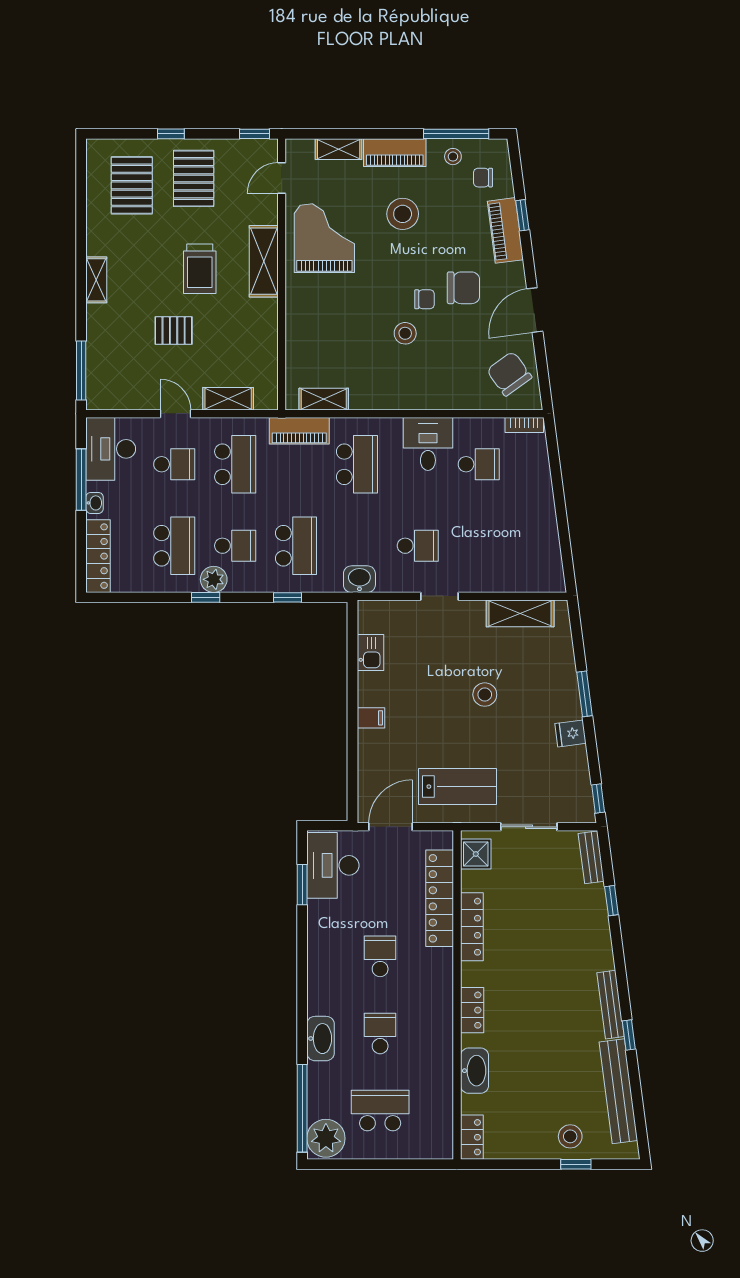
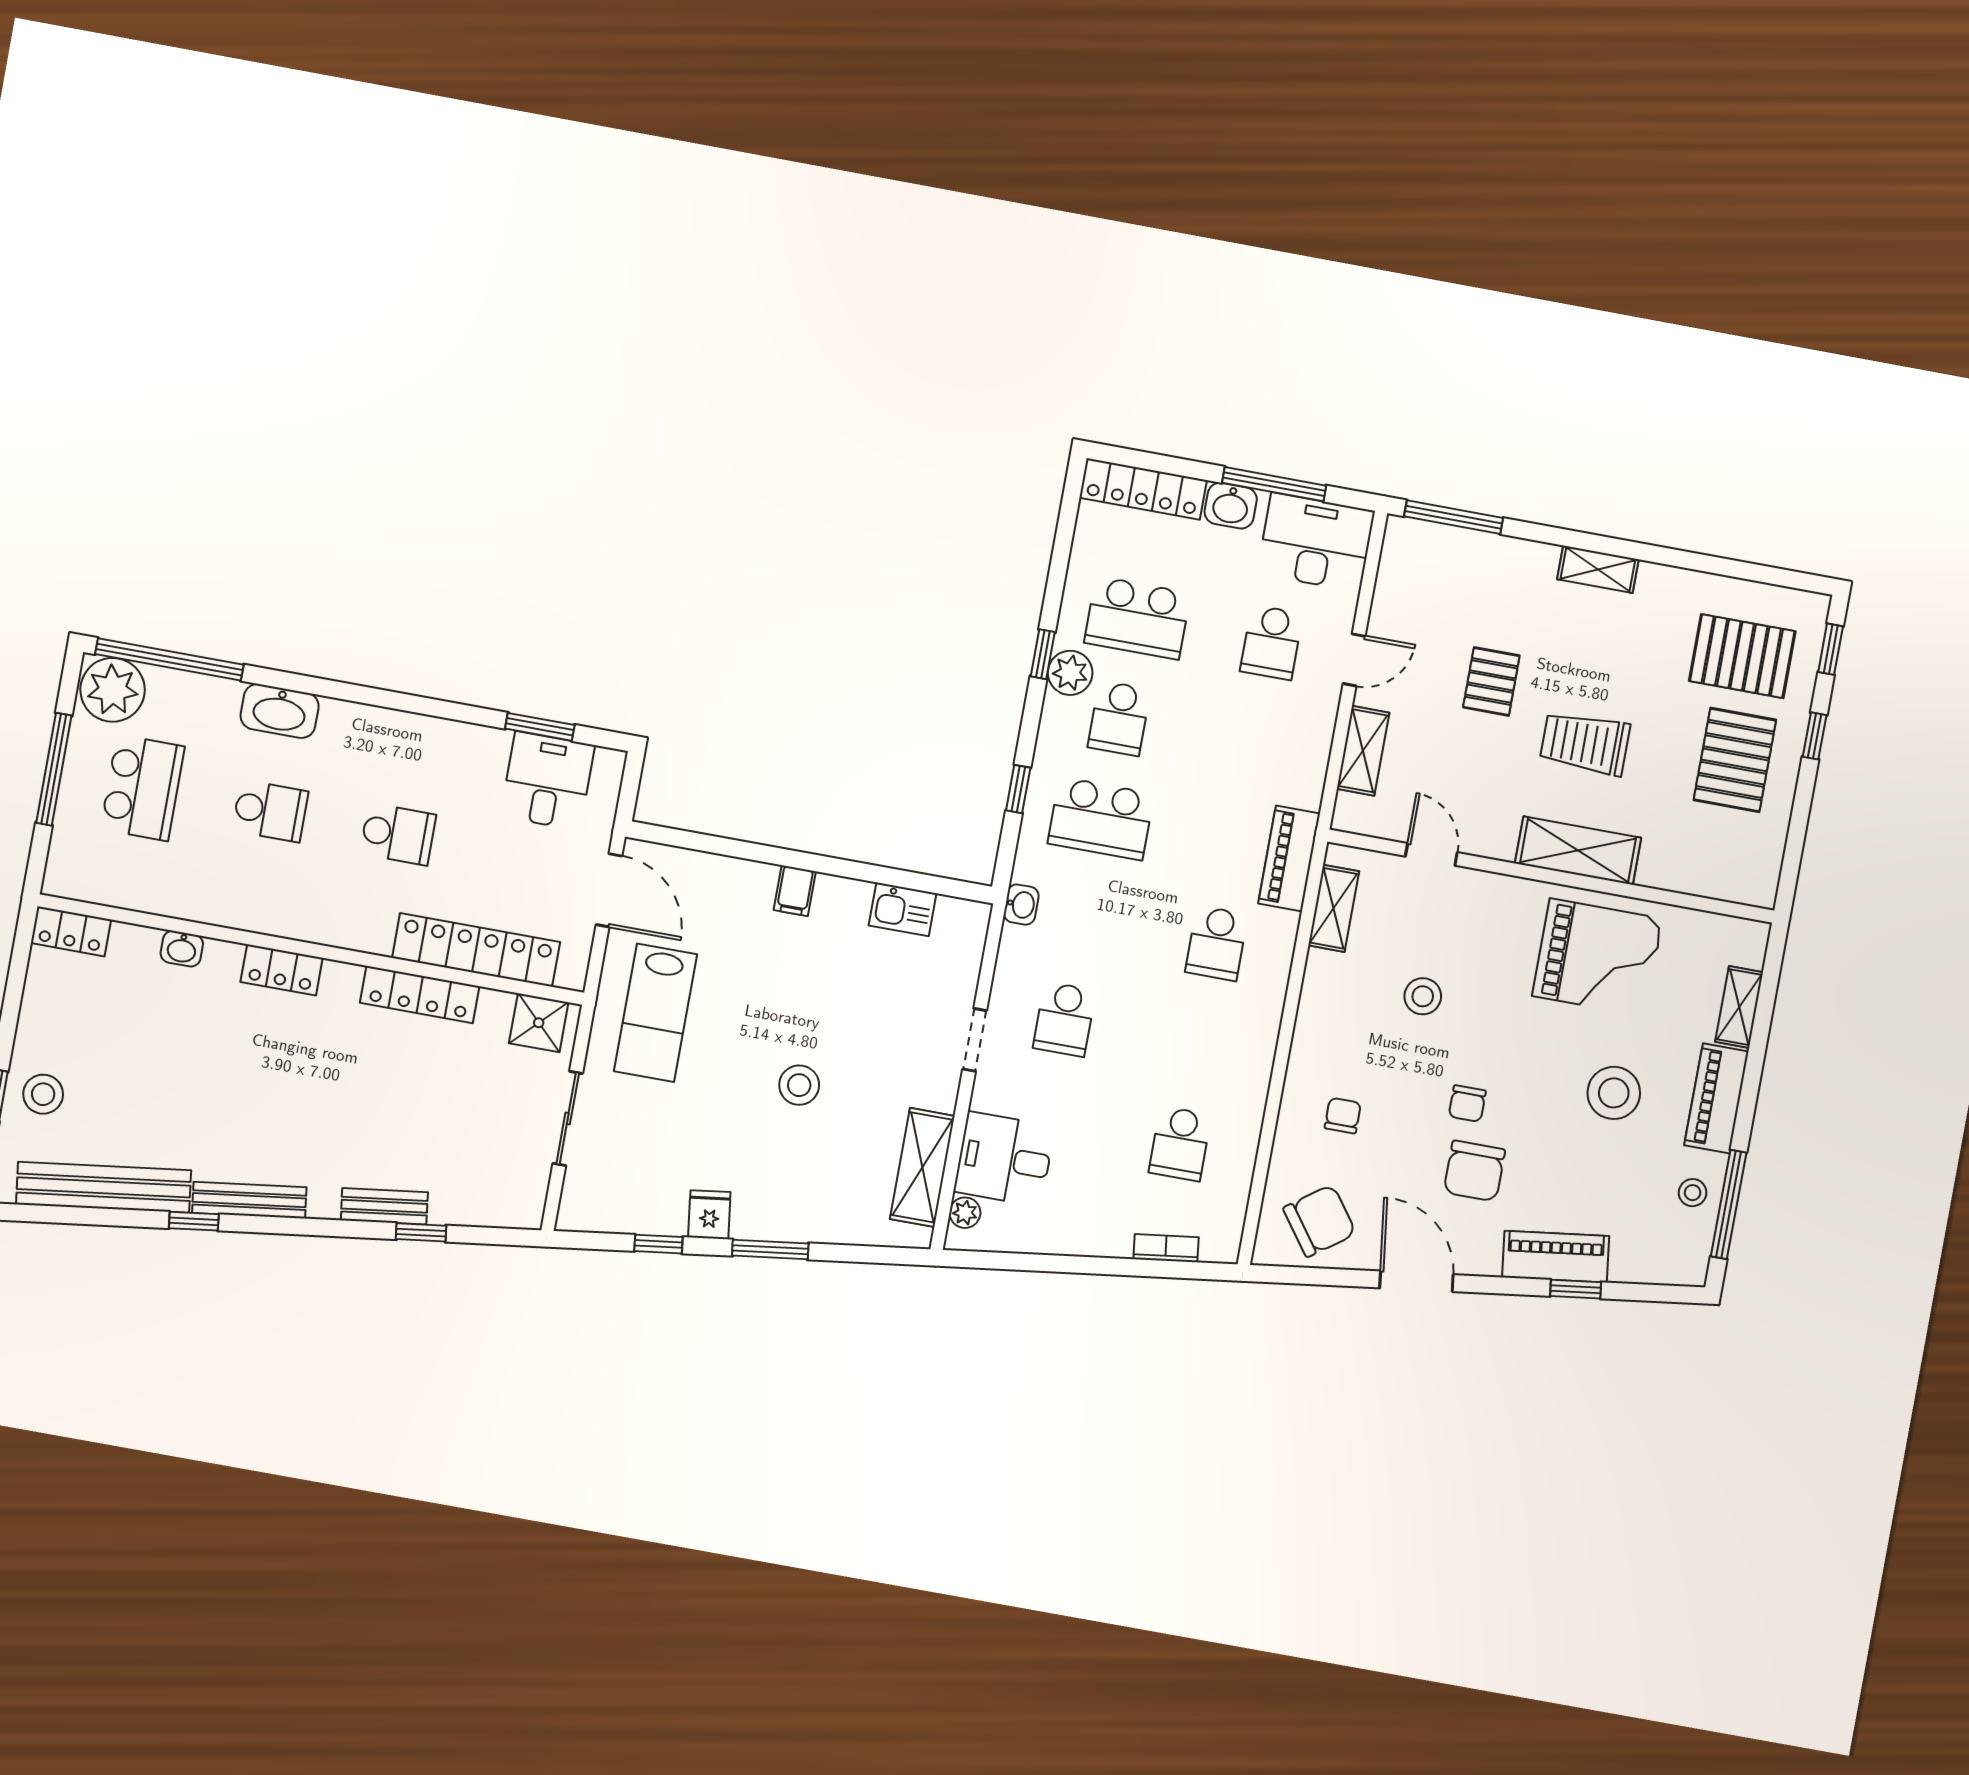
window: (254, 134) -> (1831, 649), moved
pallet: (194, 178) -> (1735, 760), turned 90
door: (282, 178) -> (1431, 854), moved
chair: (483, 178) -> (1343, 1116), moved
stool: (405, 333) -> (1423, 996), moved
bookcase: (524, 425) -> (1166, 1248), moved, turned 83
desk: (428, 444) -> (1004, 1159), moved, turned 180
school desk: (235, 464) -> (1253, 743), removed
school desk: (357, 464) -> (1217, 943), width x0.54
washbasin: (95, 503) -> (1231, 506), width x1.38, depth x1.45
washbasin: (359, 579) -> (1021, 905), width x0.72, depth x0.69
plant: (542, 583) -> (965, 1213), added
window: (598, 798) -> (658, 1244), moved
bench: (591, 857) -> (384, 1206), moved
desk: (333, 865) -> (548, 781), width x0.73
washbasin: (475, 1071) -> (182, 949), width x0.52, depth x0.69
window: (379, 1164) -> (54, 769), added

